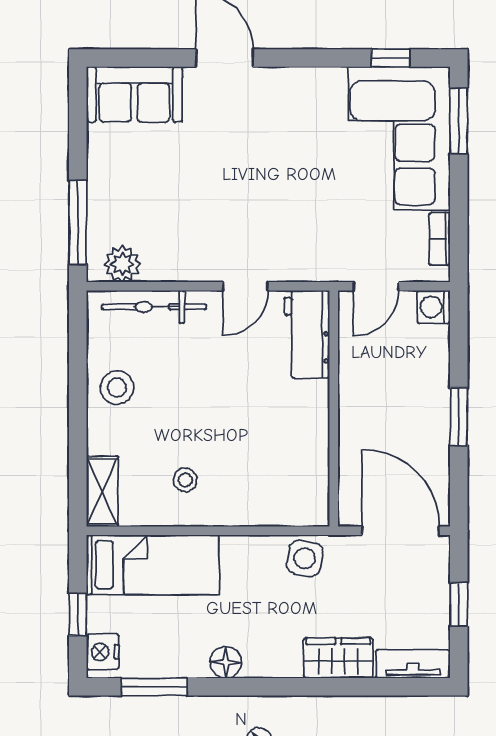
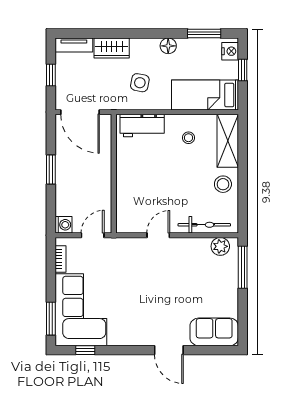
workbench: (307, 334) -> (142, 126), moved, turned 90
shelving: (102, 491) -> (228, 141), width x1.50, depth x1.33
side table: (305, 558) -> (140, 83), moved

